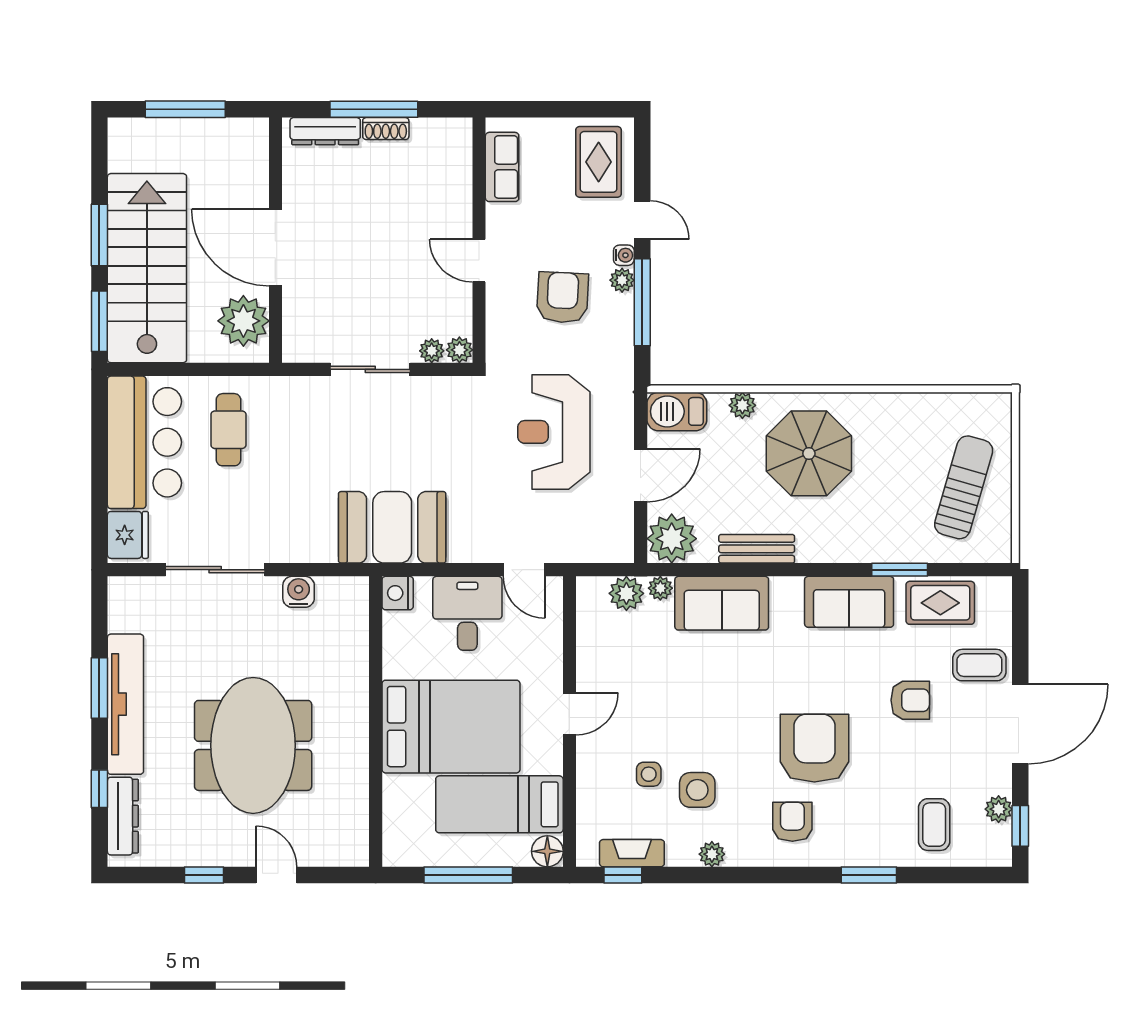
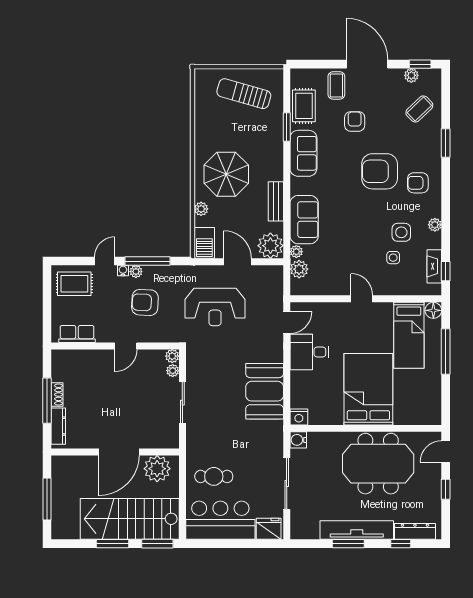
nightstand: (398, 593) -> (299, 417), moved
wall: (376, 722) -> (366, 428), moved
bed: (451, 727) -> (368, 389), moved
coffee table: (934, 825) -> (419, 109), turned -44

